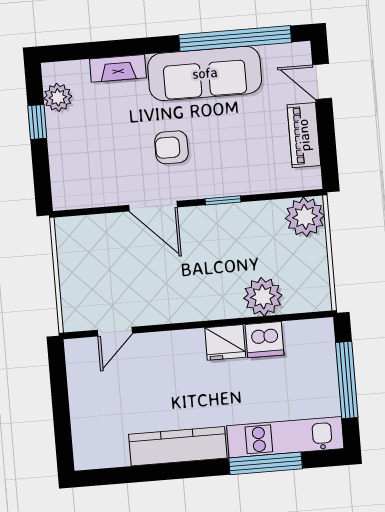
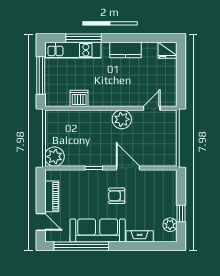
armchair: (171, 147) -> (117, 196), turned 180
plant: (263, 297) -> (122, 119), moved
fridge: (225, 342) -> (168, 50), moved, turned 180
kitchen counter: (178, 446) -> (126, 50), width x0.67

